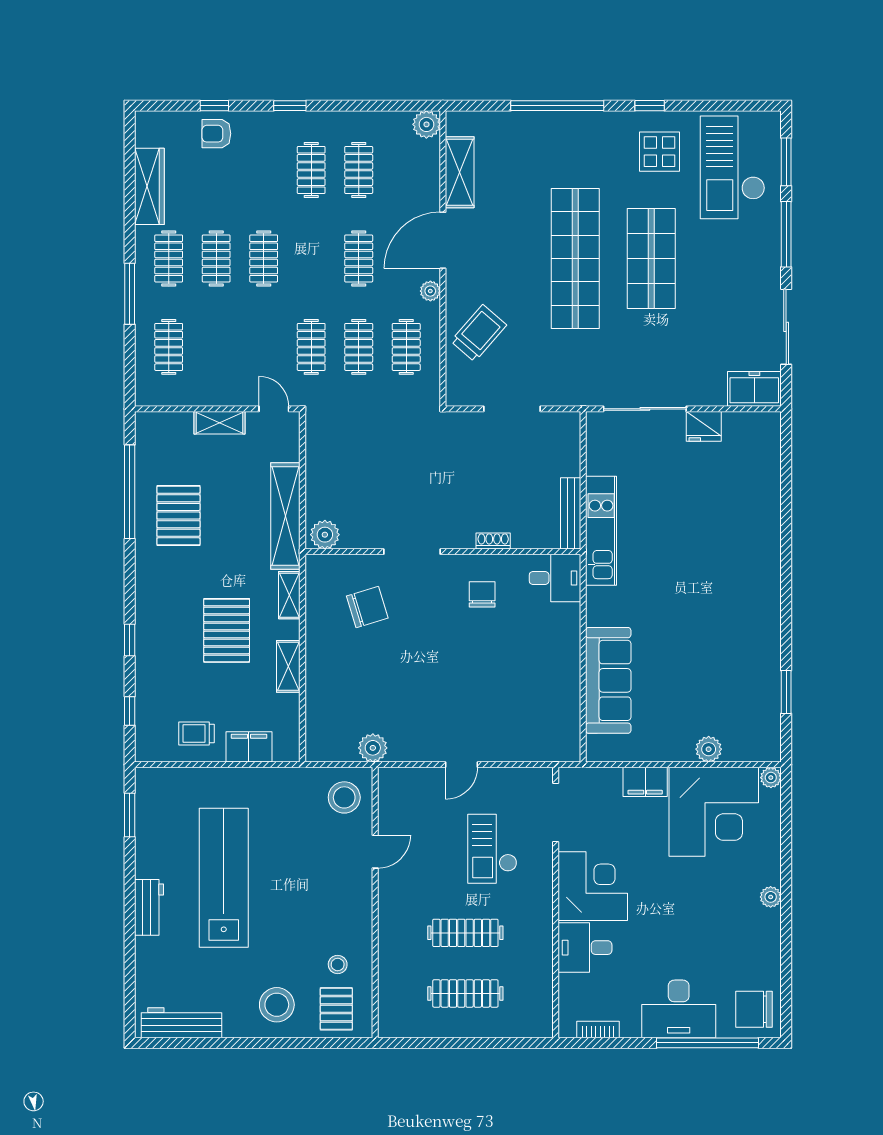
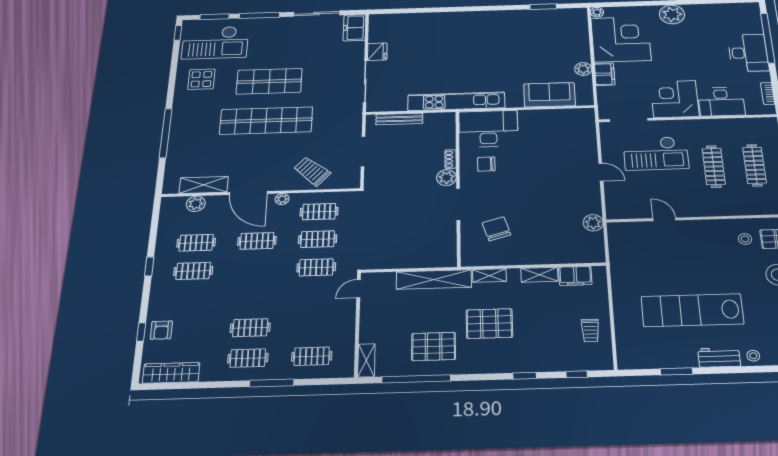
window: (290, 106) -> (149, 266), moved
window: (650, 106) -> (178, 33), moved
plant: (426, 124) -> (196, 204), moved
wardrobe: (149, 186) -> (171, 373), moved
clothes rail: (264, 258) -> (252, 298), removed
shelving: (220, 423) -> (366, 360), moved
bench: (571, 513) -> (399, 119), moved
kitchen unit: (601, 531) -> (456, 101), width x1.36
plant: (325, 535) -> (446, 178), moved
desk: (555, 578) -> (488, 129), width x1.87, depth x1.30
pallet: (227, 630) -> (489, 324), moved
sofa: (608, 680) -> (549, 95), width x0.73
filing cabinet: (249, 747) -> (575, 276), moved, turned -90
plant: (709, 749) -> (583, 69), moved
stool: (344, 797) -> (753, 356), moved, width x0.53, depth x0.53
window: (130, 815) -> (677, 371), moved
checkout: (492, 849) -> (656, 153), width x1.36, depth x1.21
plant: (771, 897) -> (672, 14), width x1.87, depth x1.87
desk: (585, 948) -> (721, 102), width x1.37
chair: (754, 1009) -> (743, 16), removed

